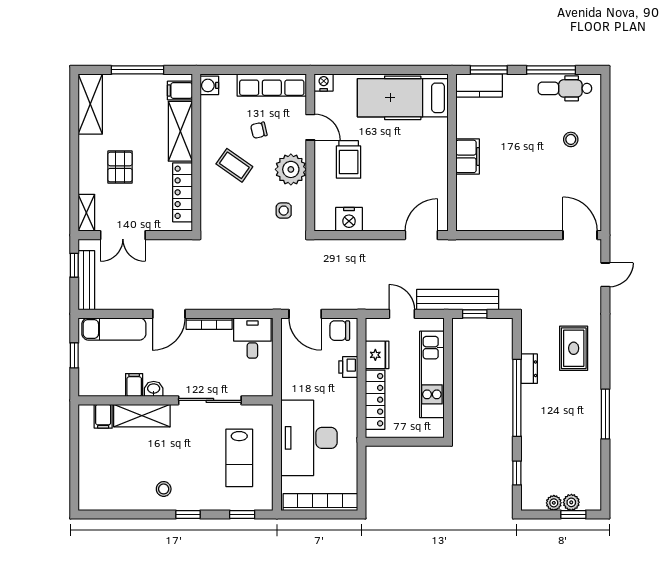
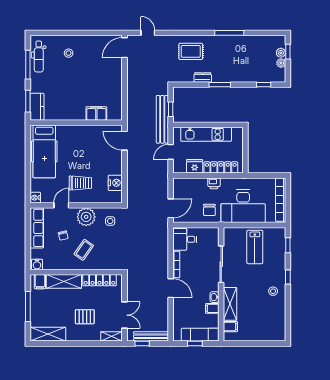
filing cabinet: (468, 156) -> (96, 113), moved
exam couch: (114, 329) -> (200, 335), moved, turned -90
chair: (340, 331) -> (209, 210), moved
printer: (348, 367) -> (214, 183), moved
window: (517, 398) -> (220, 85), width x0.47
lab bench: (239, 458) -> (255, 247), turned 90

